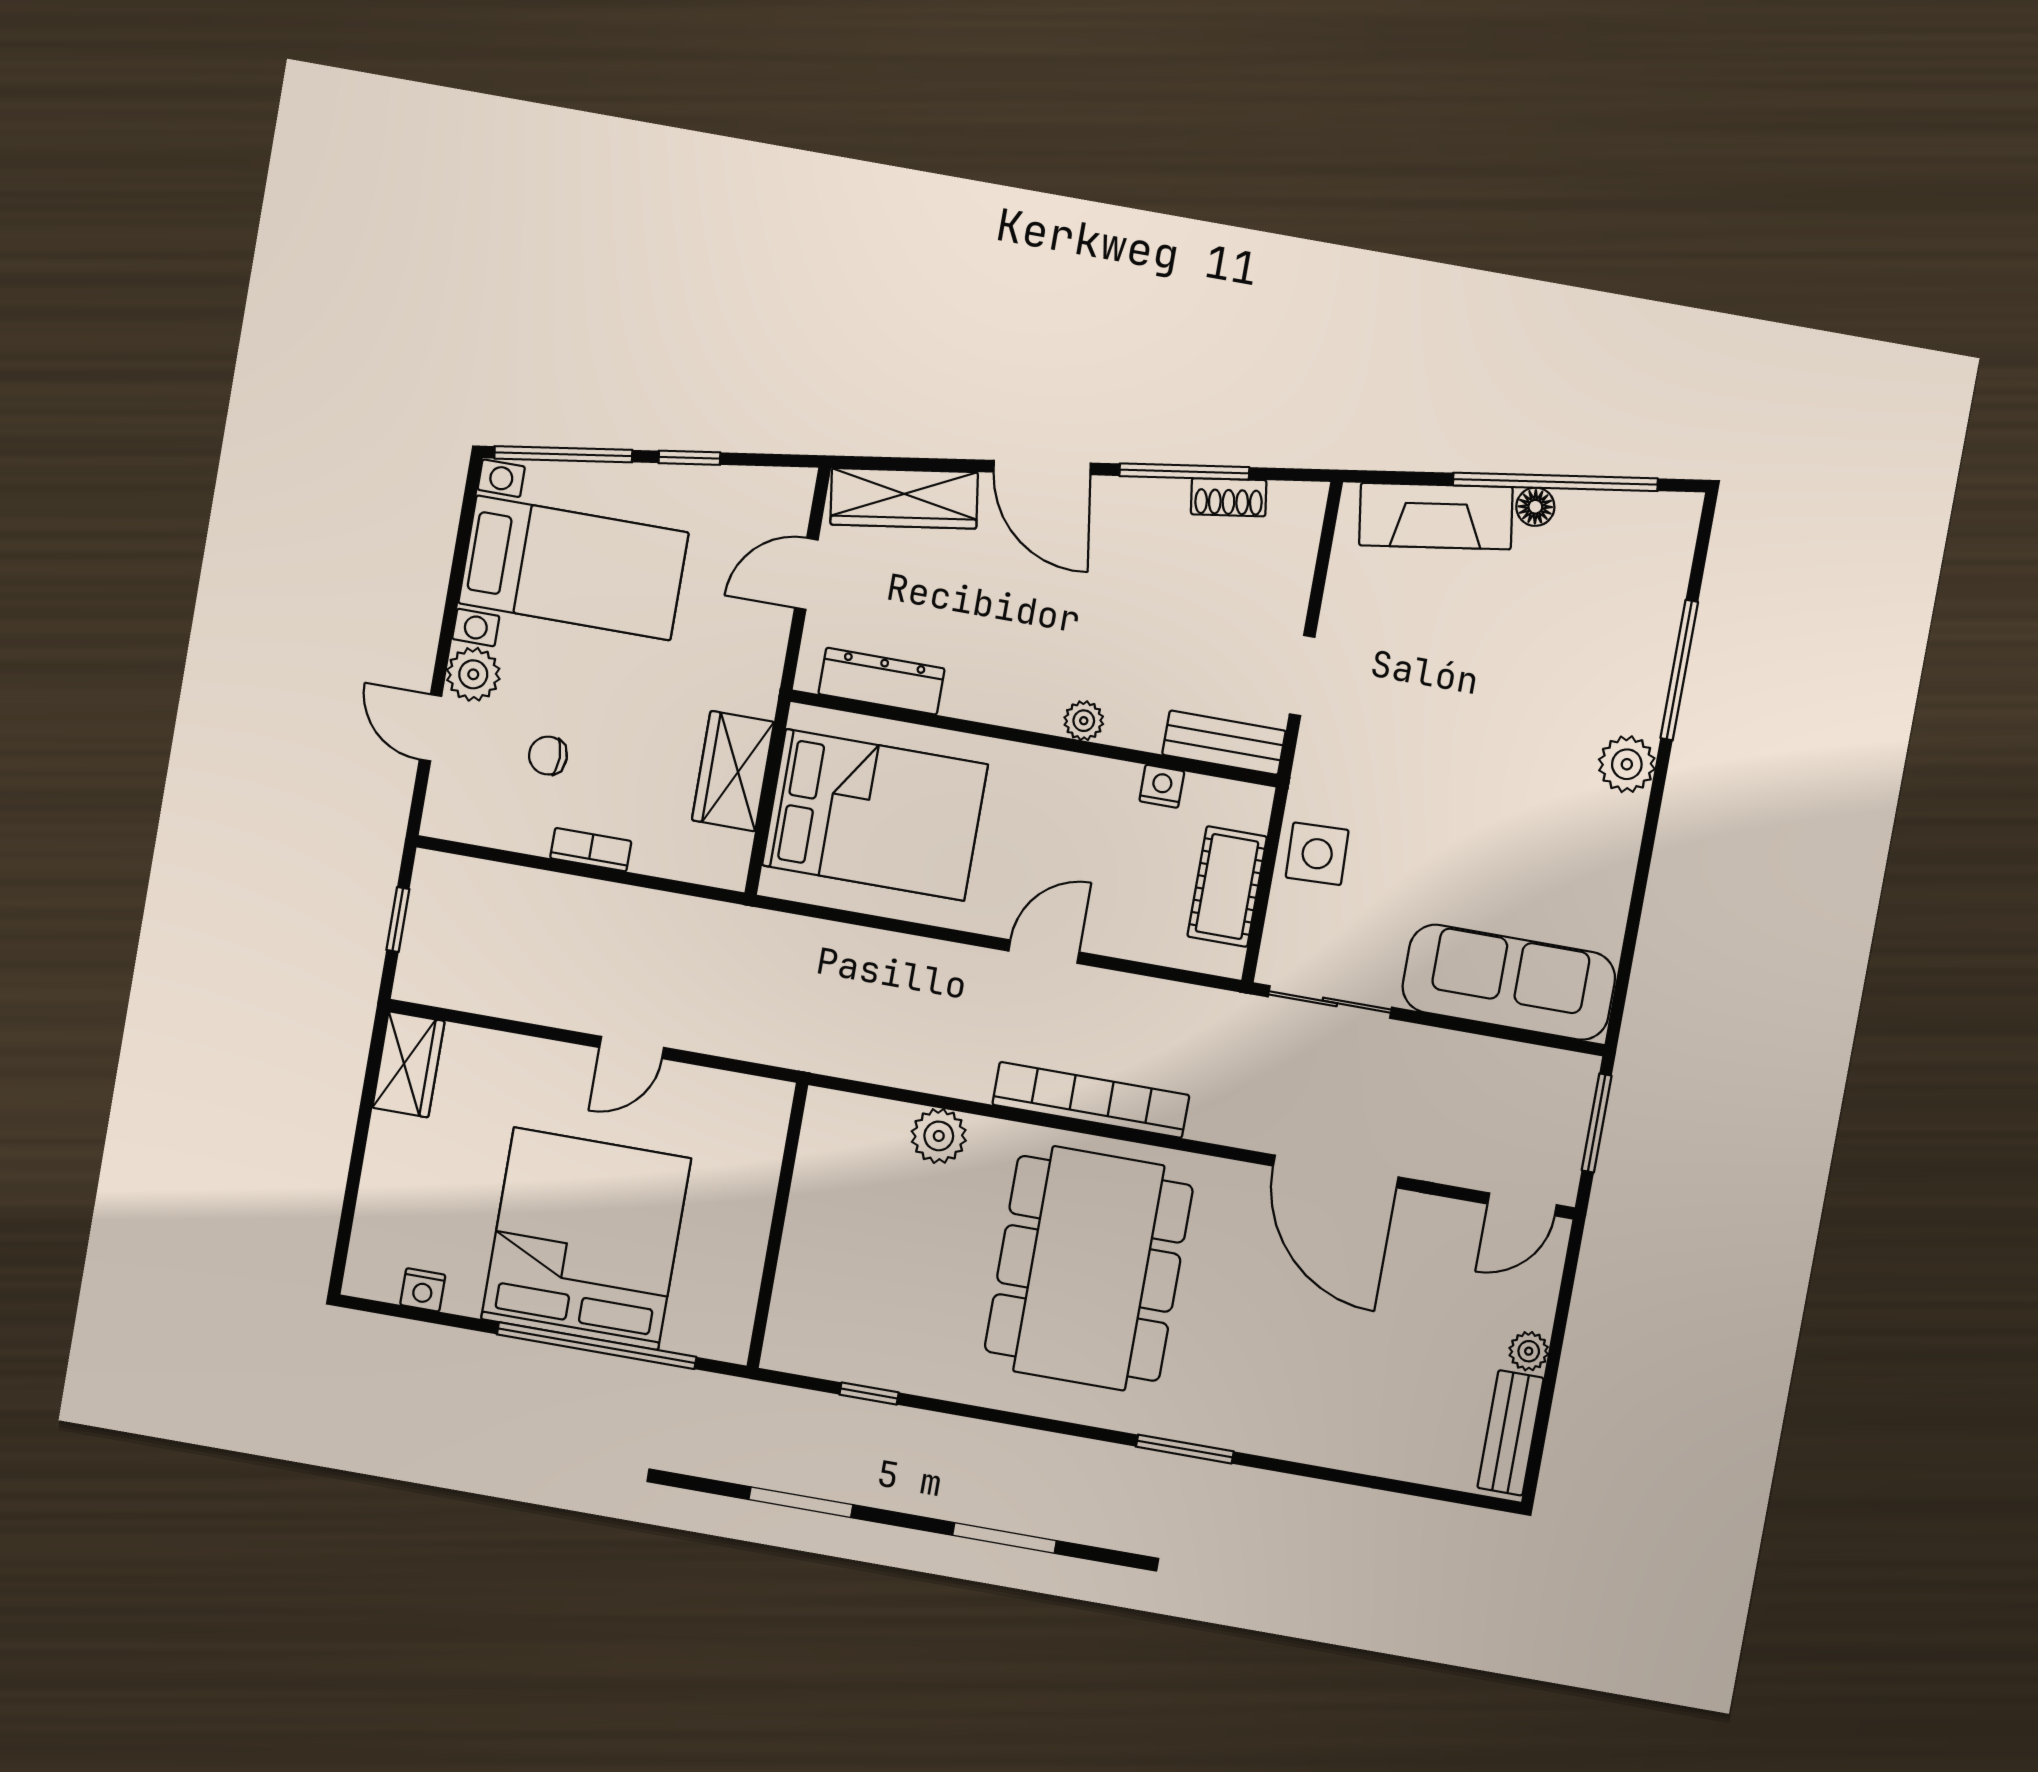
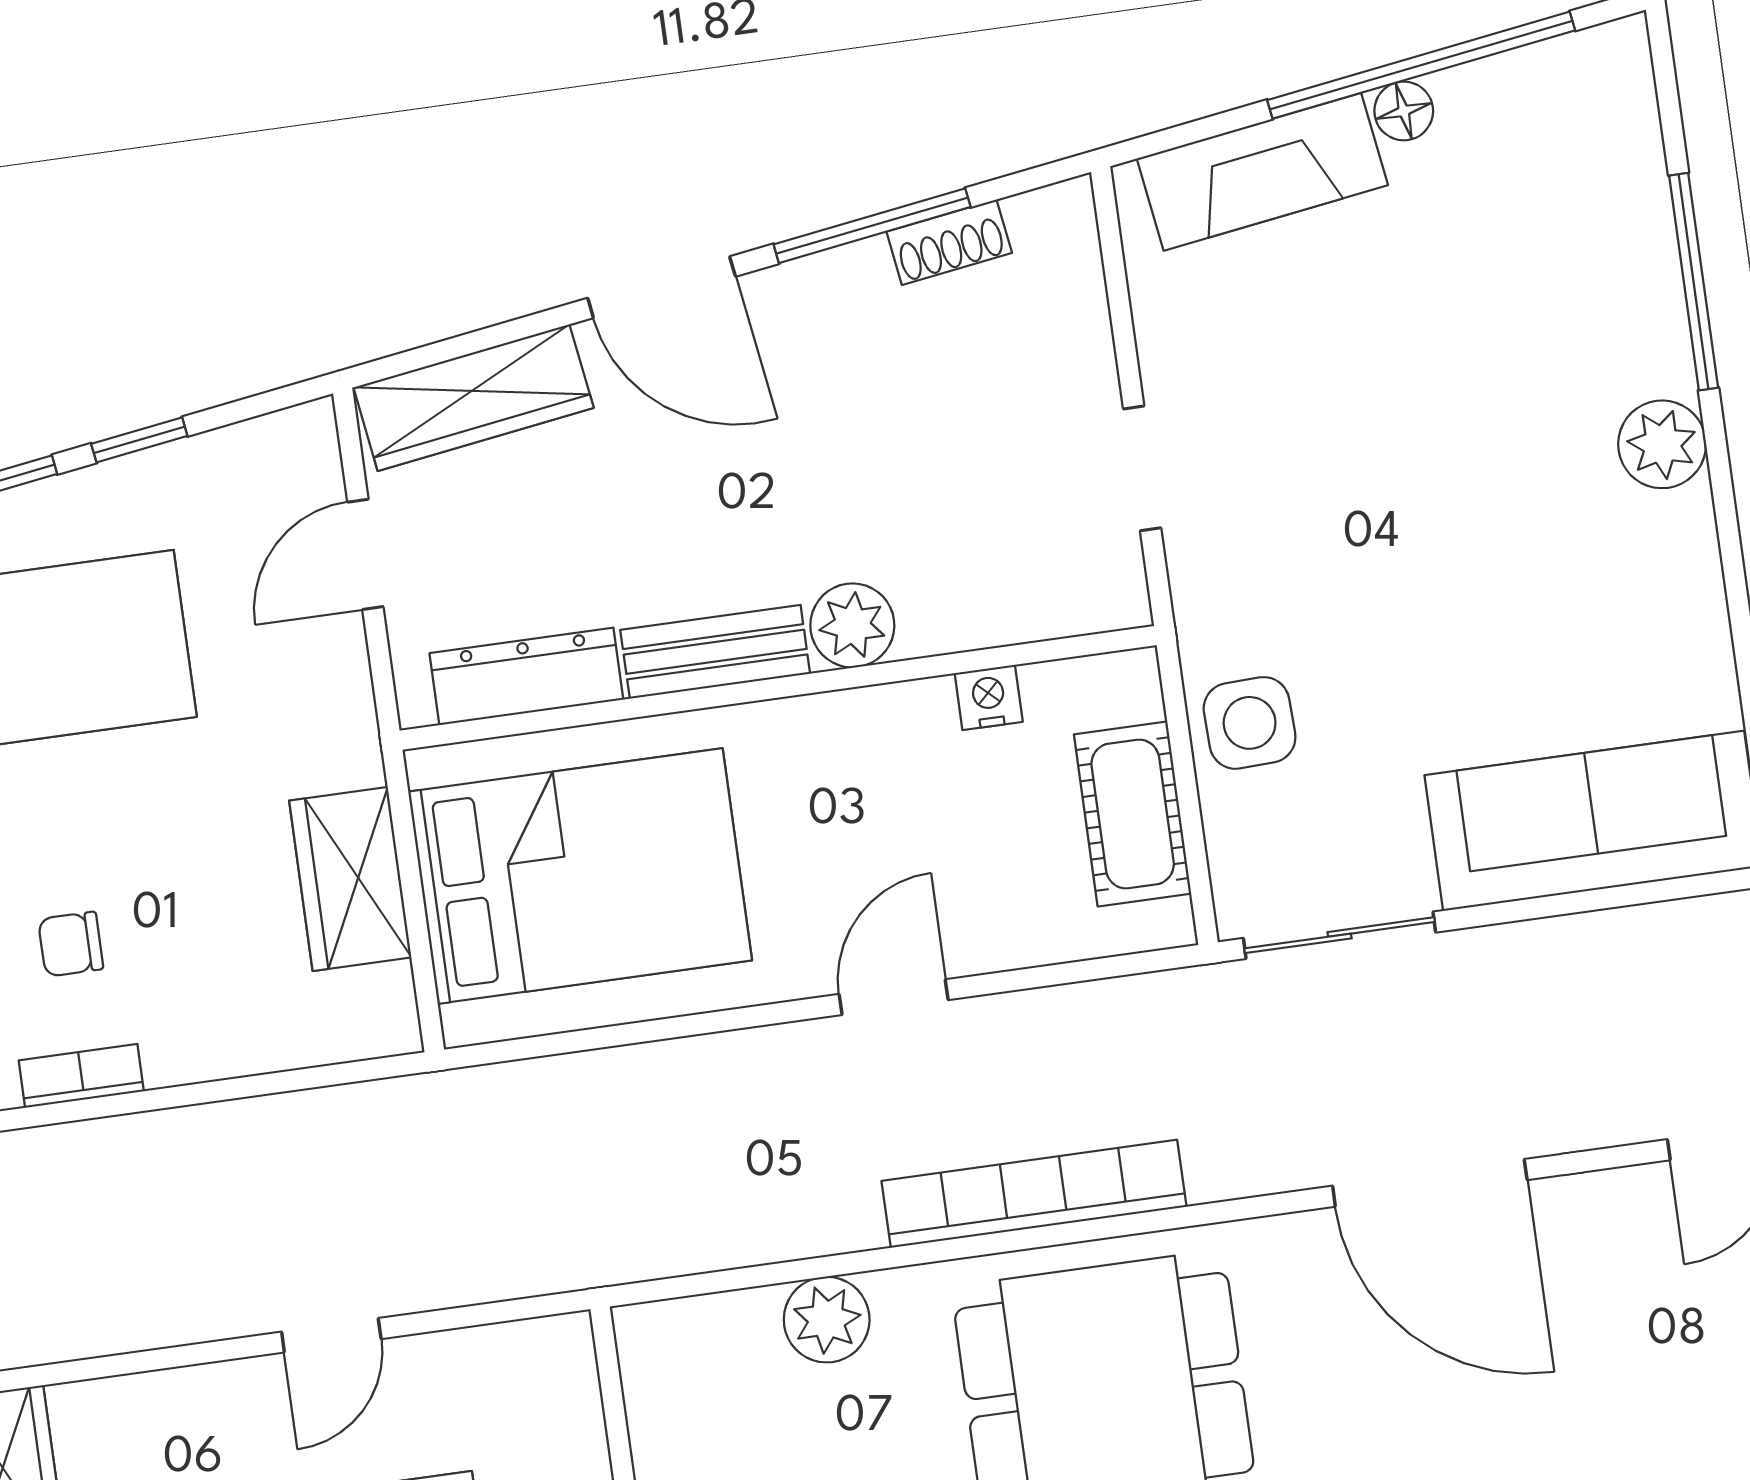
plant: (1084, 721) -> (852, 625), width x1.38, depth x1.38
bench: (1224, 743) -> (715, 652), moved
bookcase: (591, 850) -> (81, 1076), moved

